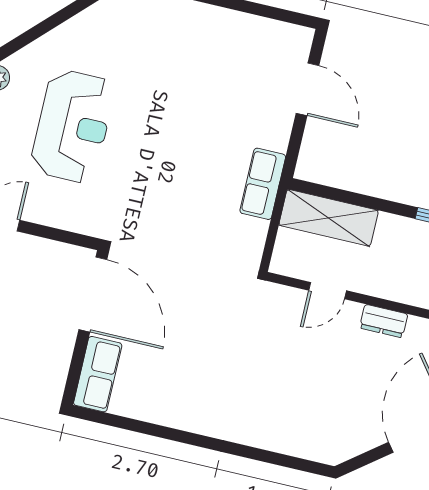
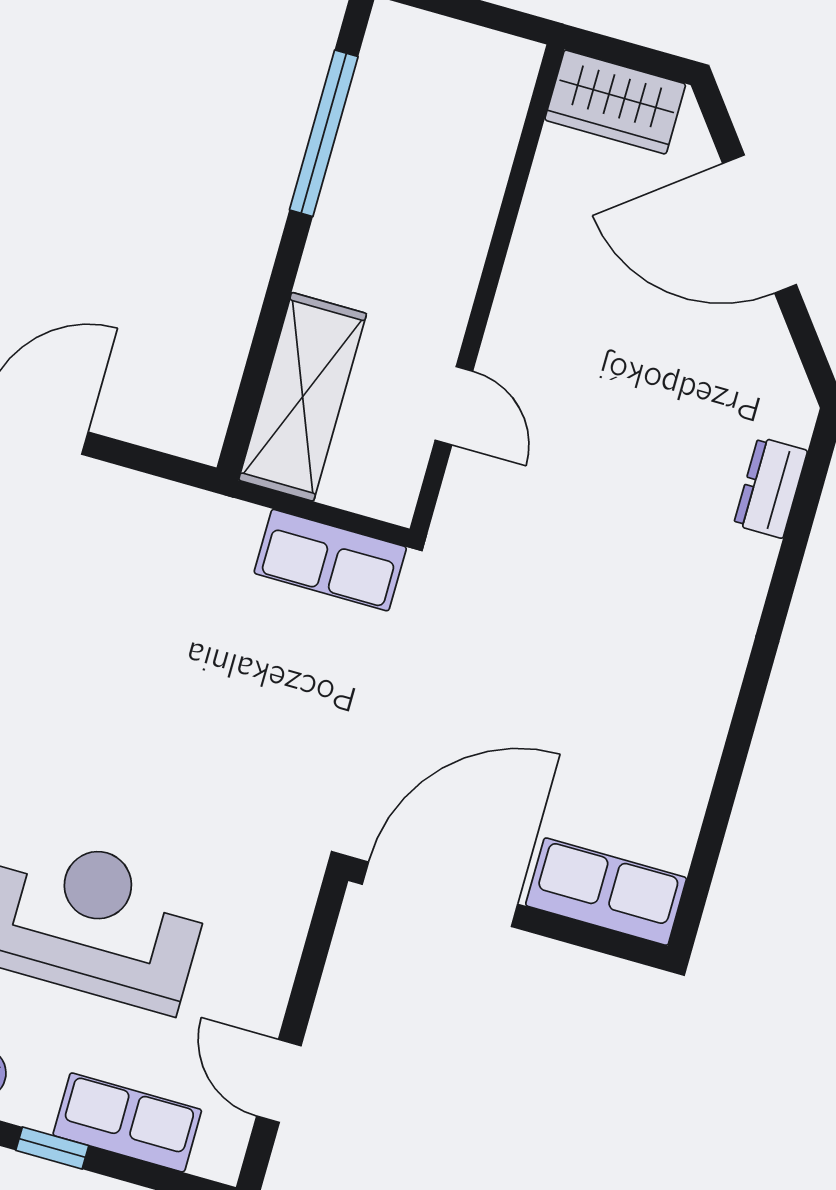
row of seats: (263, 184) -> (330, 560), moved
dresser: (384, 321) -> (771, 488), moved, turned 180

